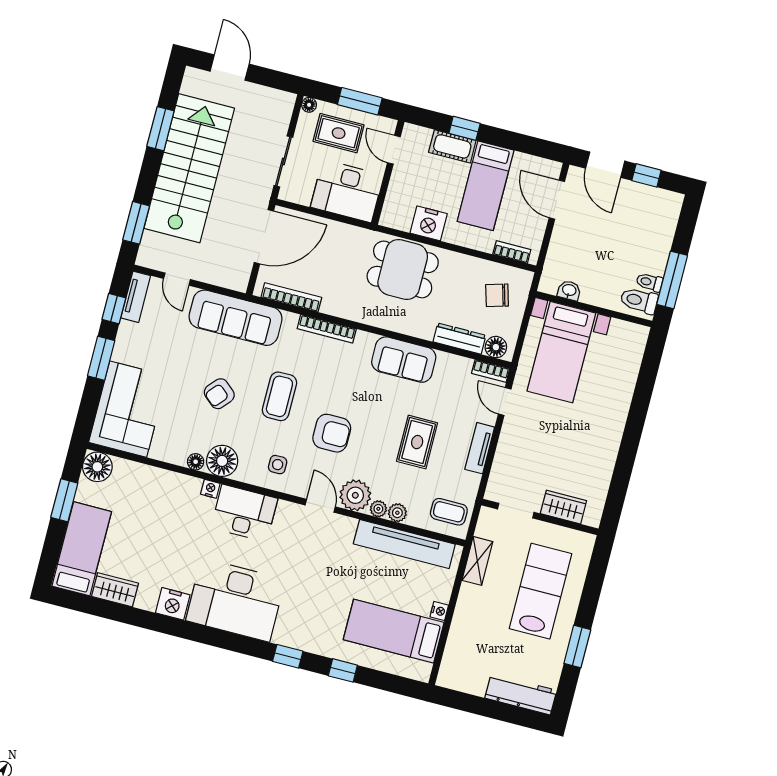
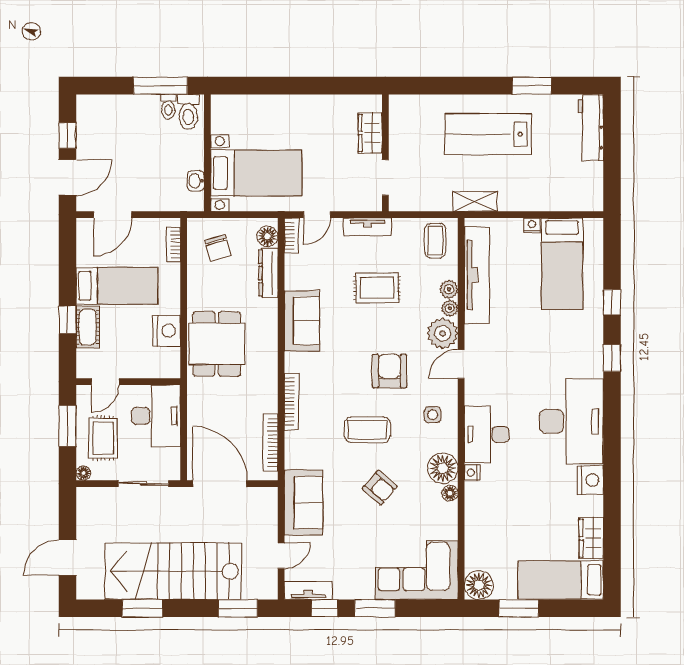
sofa: (236, 318) -> (303, 503), width x0.73
wardrobe: (563, 507) -> (370, 133), moved
doorway: (516, 511) -> (385, 177), moved
wall: (540, 517) -> (385, 153), moved

